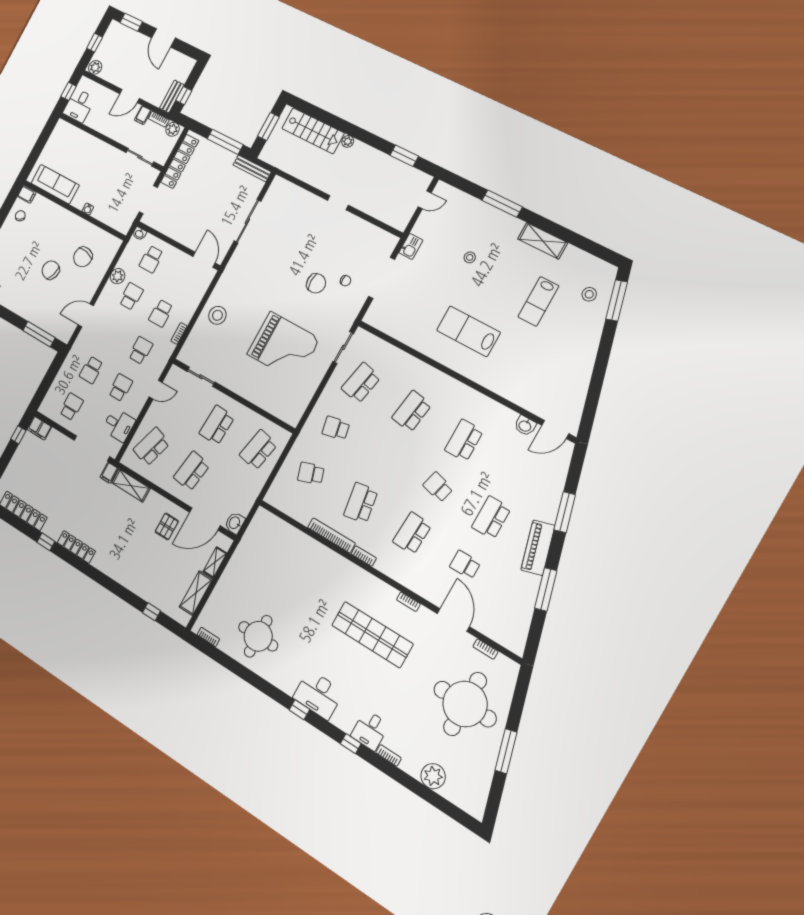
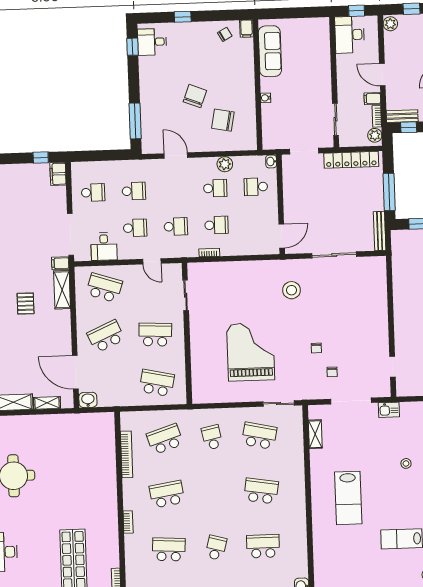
desk: (79, 106) -> (350, 35), width x1.37
doorway: (338, 203) -> (393, 367), moved
chair: (316, 283) -> (316, 348), width x0.54, depth x0.54
school desk: (161, 313) -> (216, 225), turned 180
stool: (217, 315) -> (292, 290), moved
shelving: (391, 329) -> (315, 434), added
lab bench: (468, 331) -> (348, 498), turned 180
grand piano: (283, 346) -> (251, 352), turned 180
school desk: (91, 370) -> (134, 191), turned 180
school desk: (192, 471) -> (106, 336), turned -33
school desk: (311, 473) -> (165, 439), width x1.85
pallet: (167, 526) -> (26, 303), moved, turned 90
bookcase: (331, 535) -> (127, 454), moved

